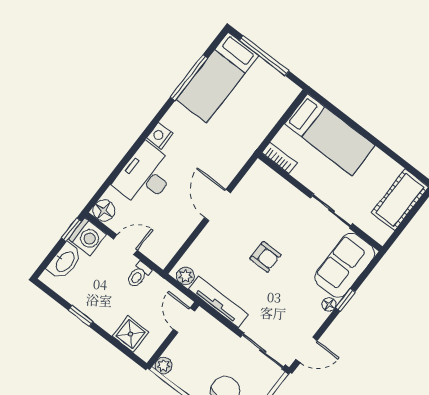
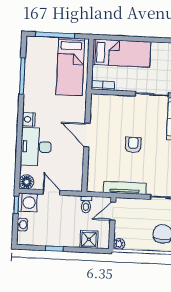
bed: (217, 77) -> (70, 67), moved
door: (125, 245) -> (52, 192), hinge flipped
armchair: (265, 257) -> (133, 145), turned -90
washbasin: (65, 261) -> (22, 225), width x0.52, depth x0.69
toilet: (138, 275) -> (86, 204), moved
plant: (185, 276) -> (97, 186), removed
door: (184, 320) -> (113, 211), hinge flipped

